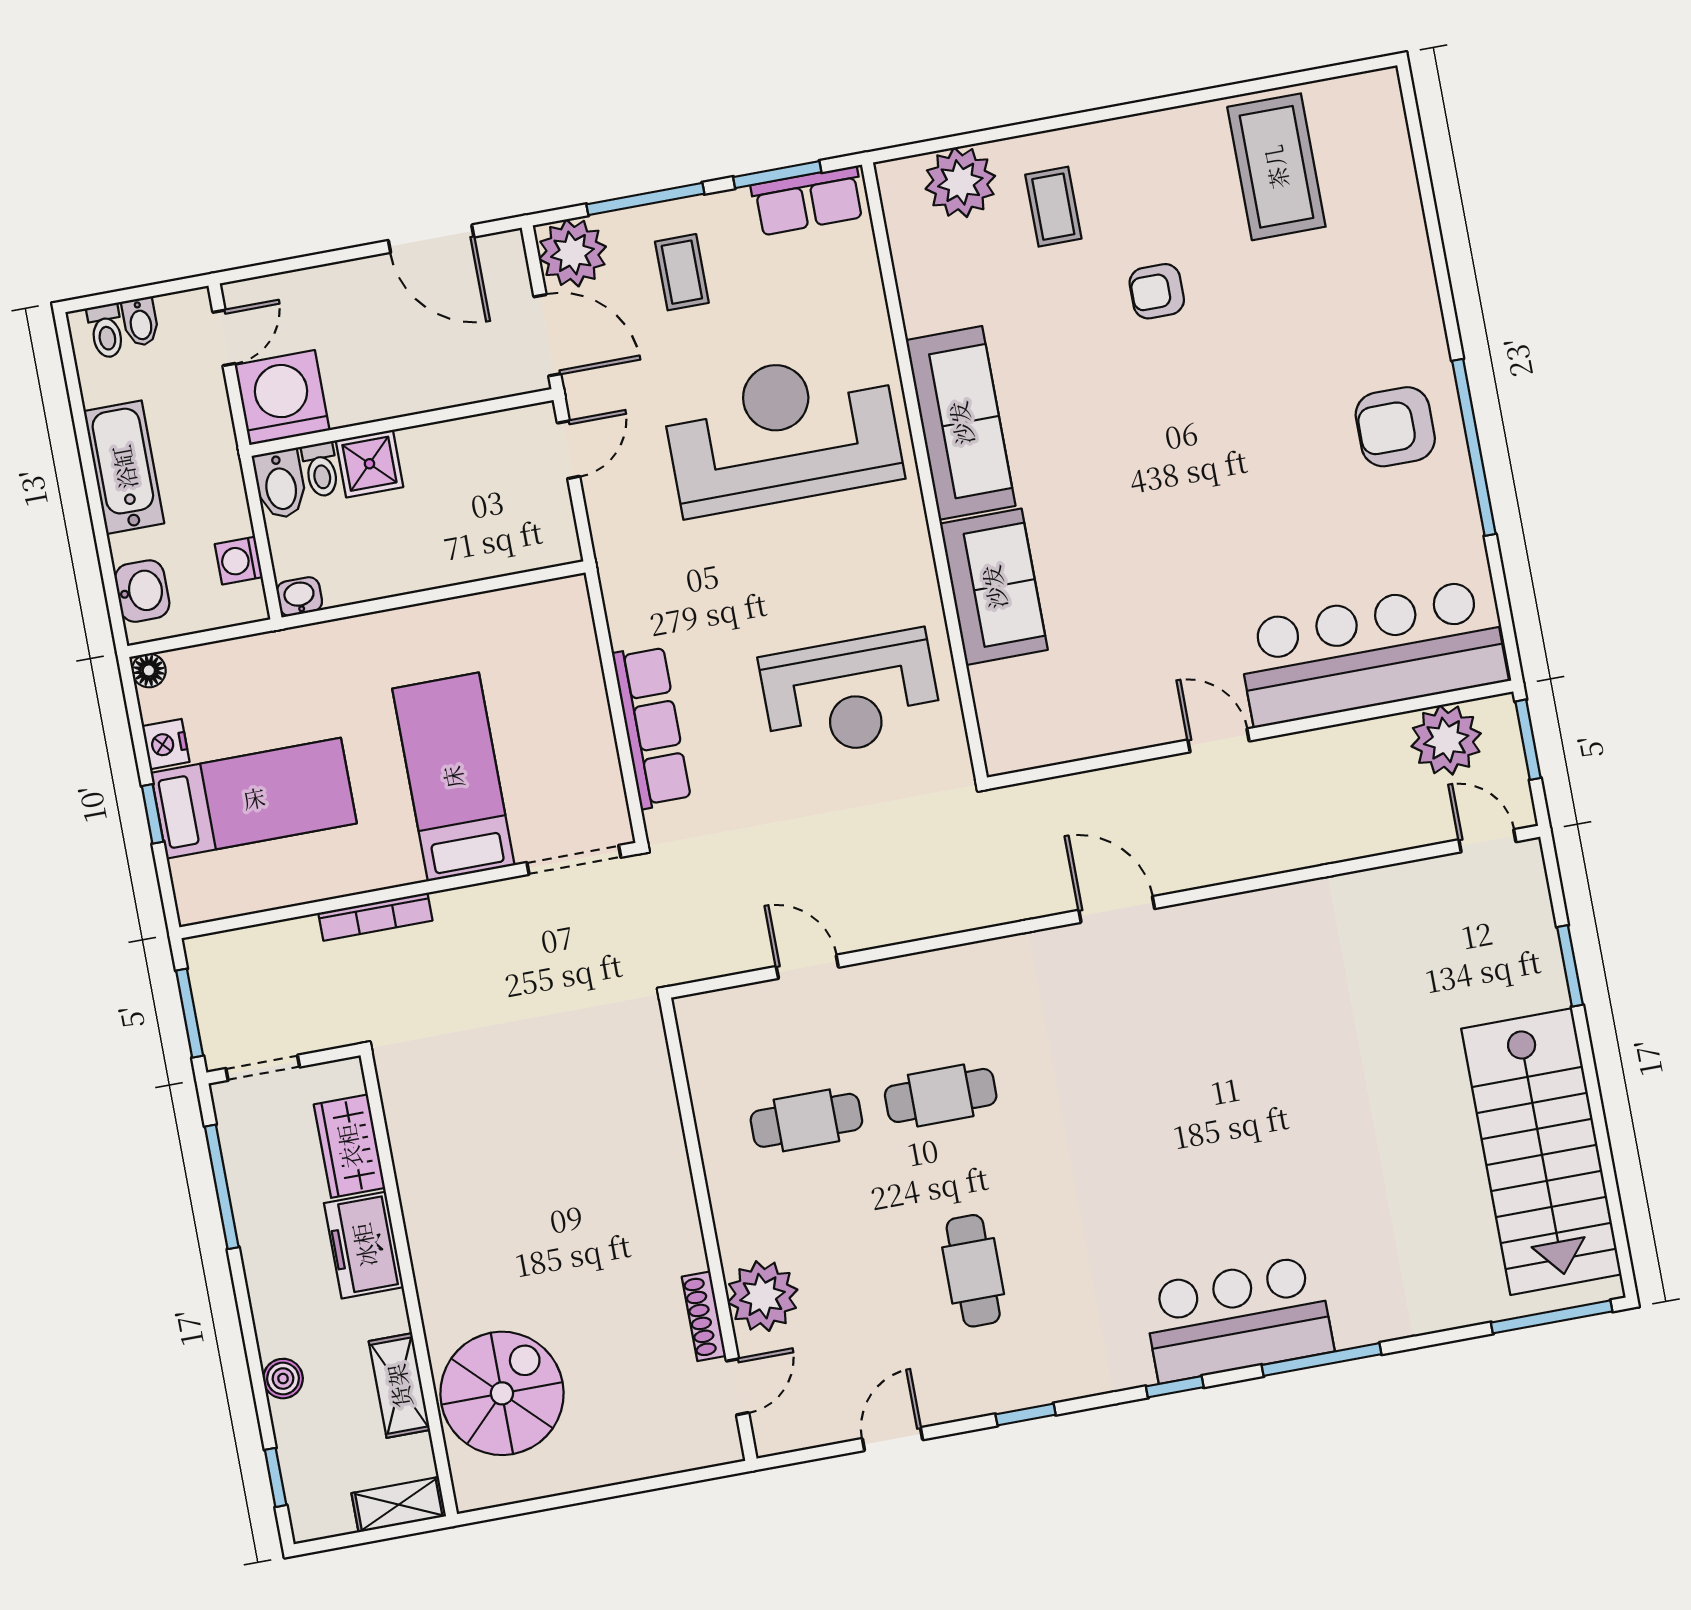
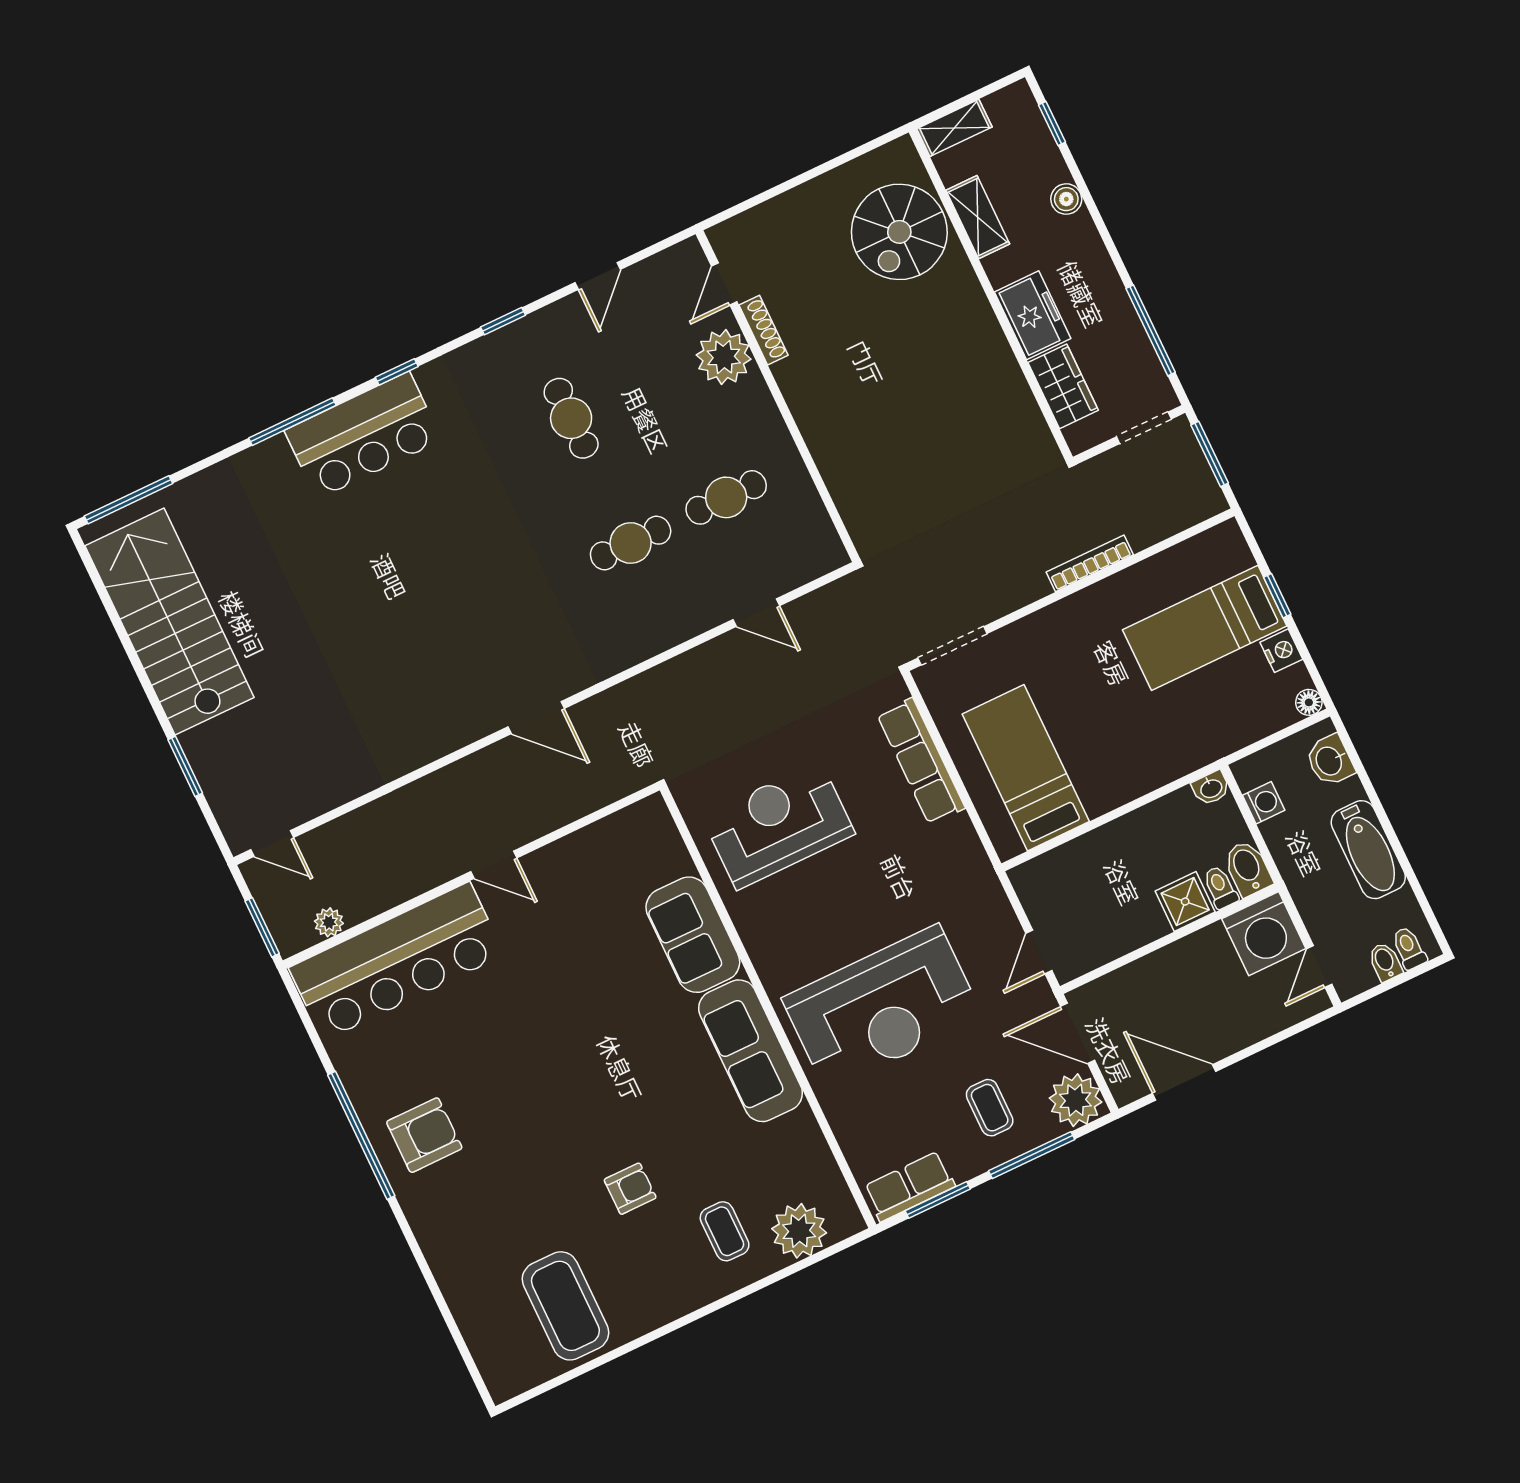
plant: (1446, 740) -> (329, 922), width x0.53, depth x0.53
bed: (453, 777) -> (1026, 768), moved, turned 180

